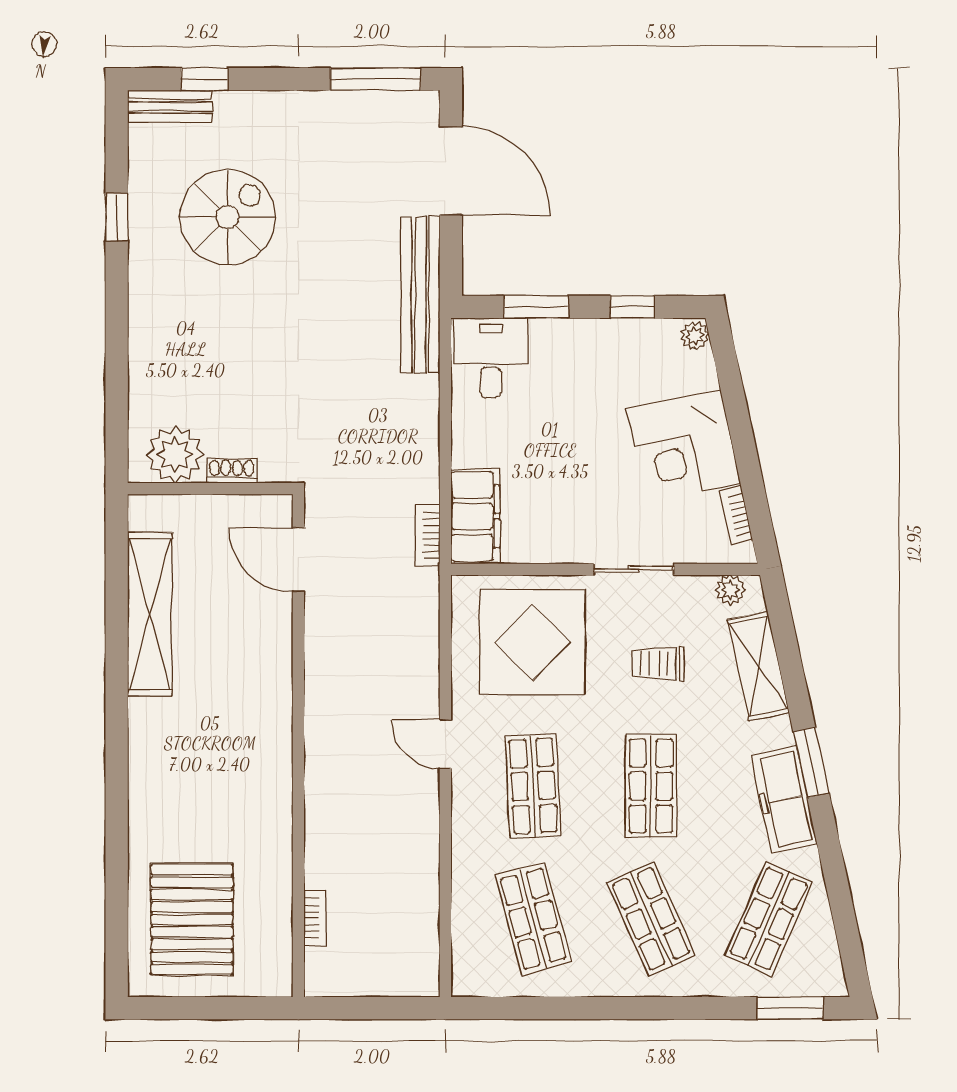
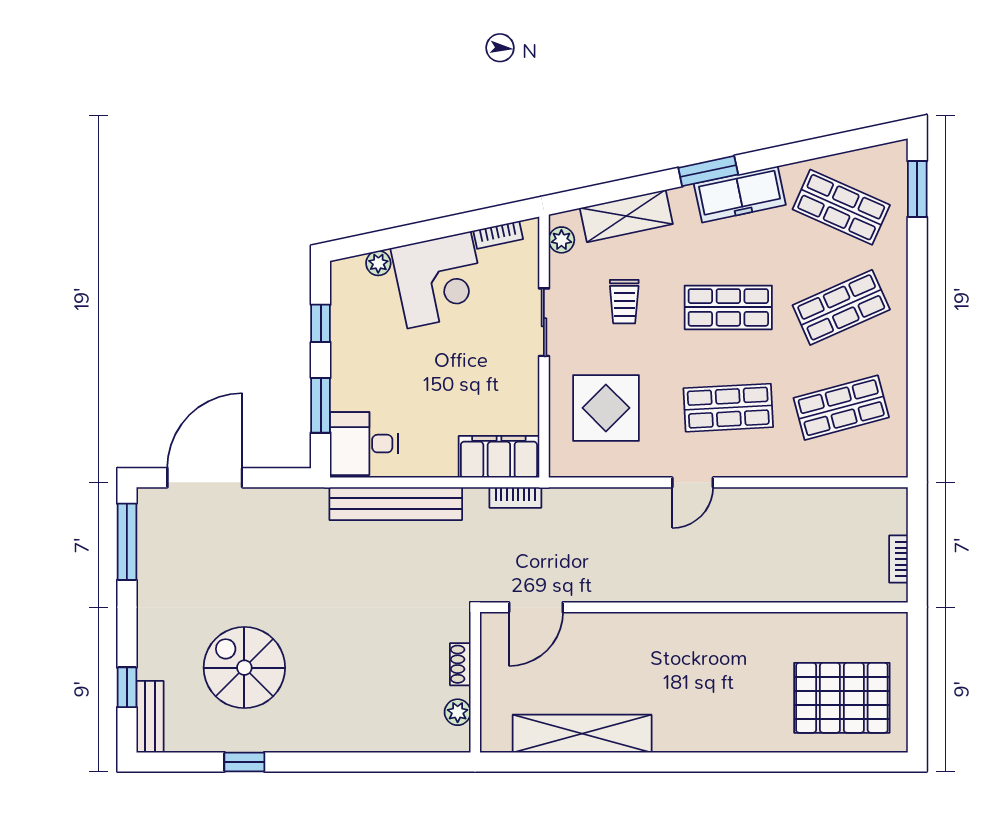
bench: (420, 295) -> (396, 504), moved
plant: (695, 336) -> (378, 263), moved
plant: (175, 454) -> (458, 712), width x0.53, depth x0.53
display table: (533, 642) -> (606, 408), width x0.73, depth x0.73
bookcase: (315, 918) -> (898, 559), moved, turned -90

